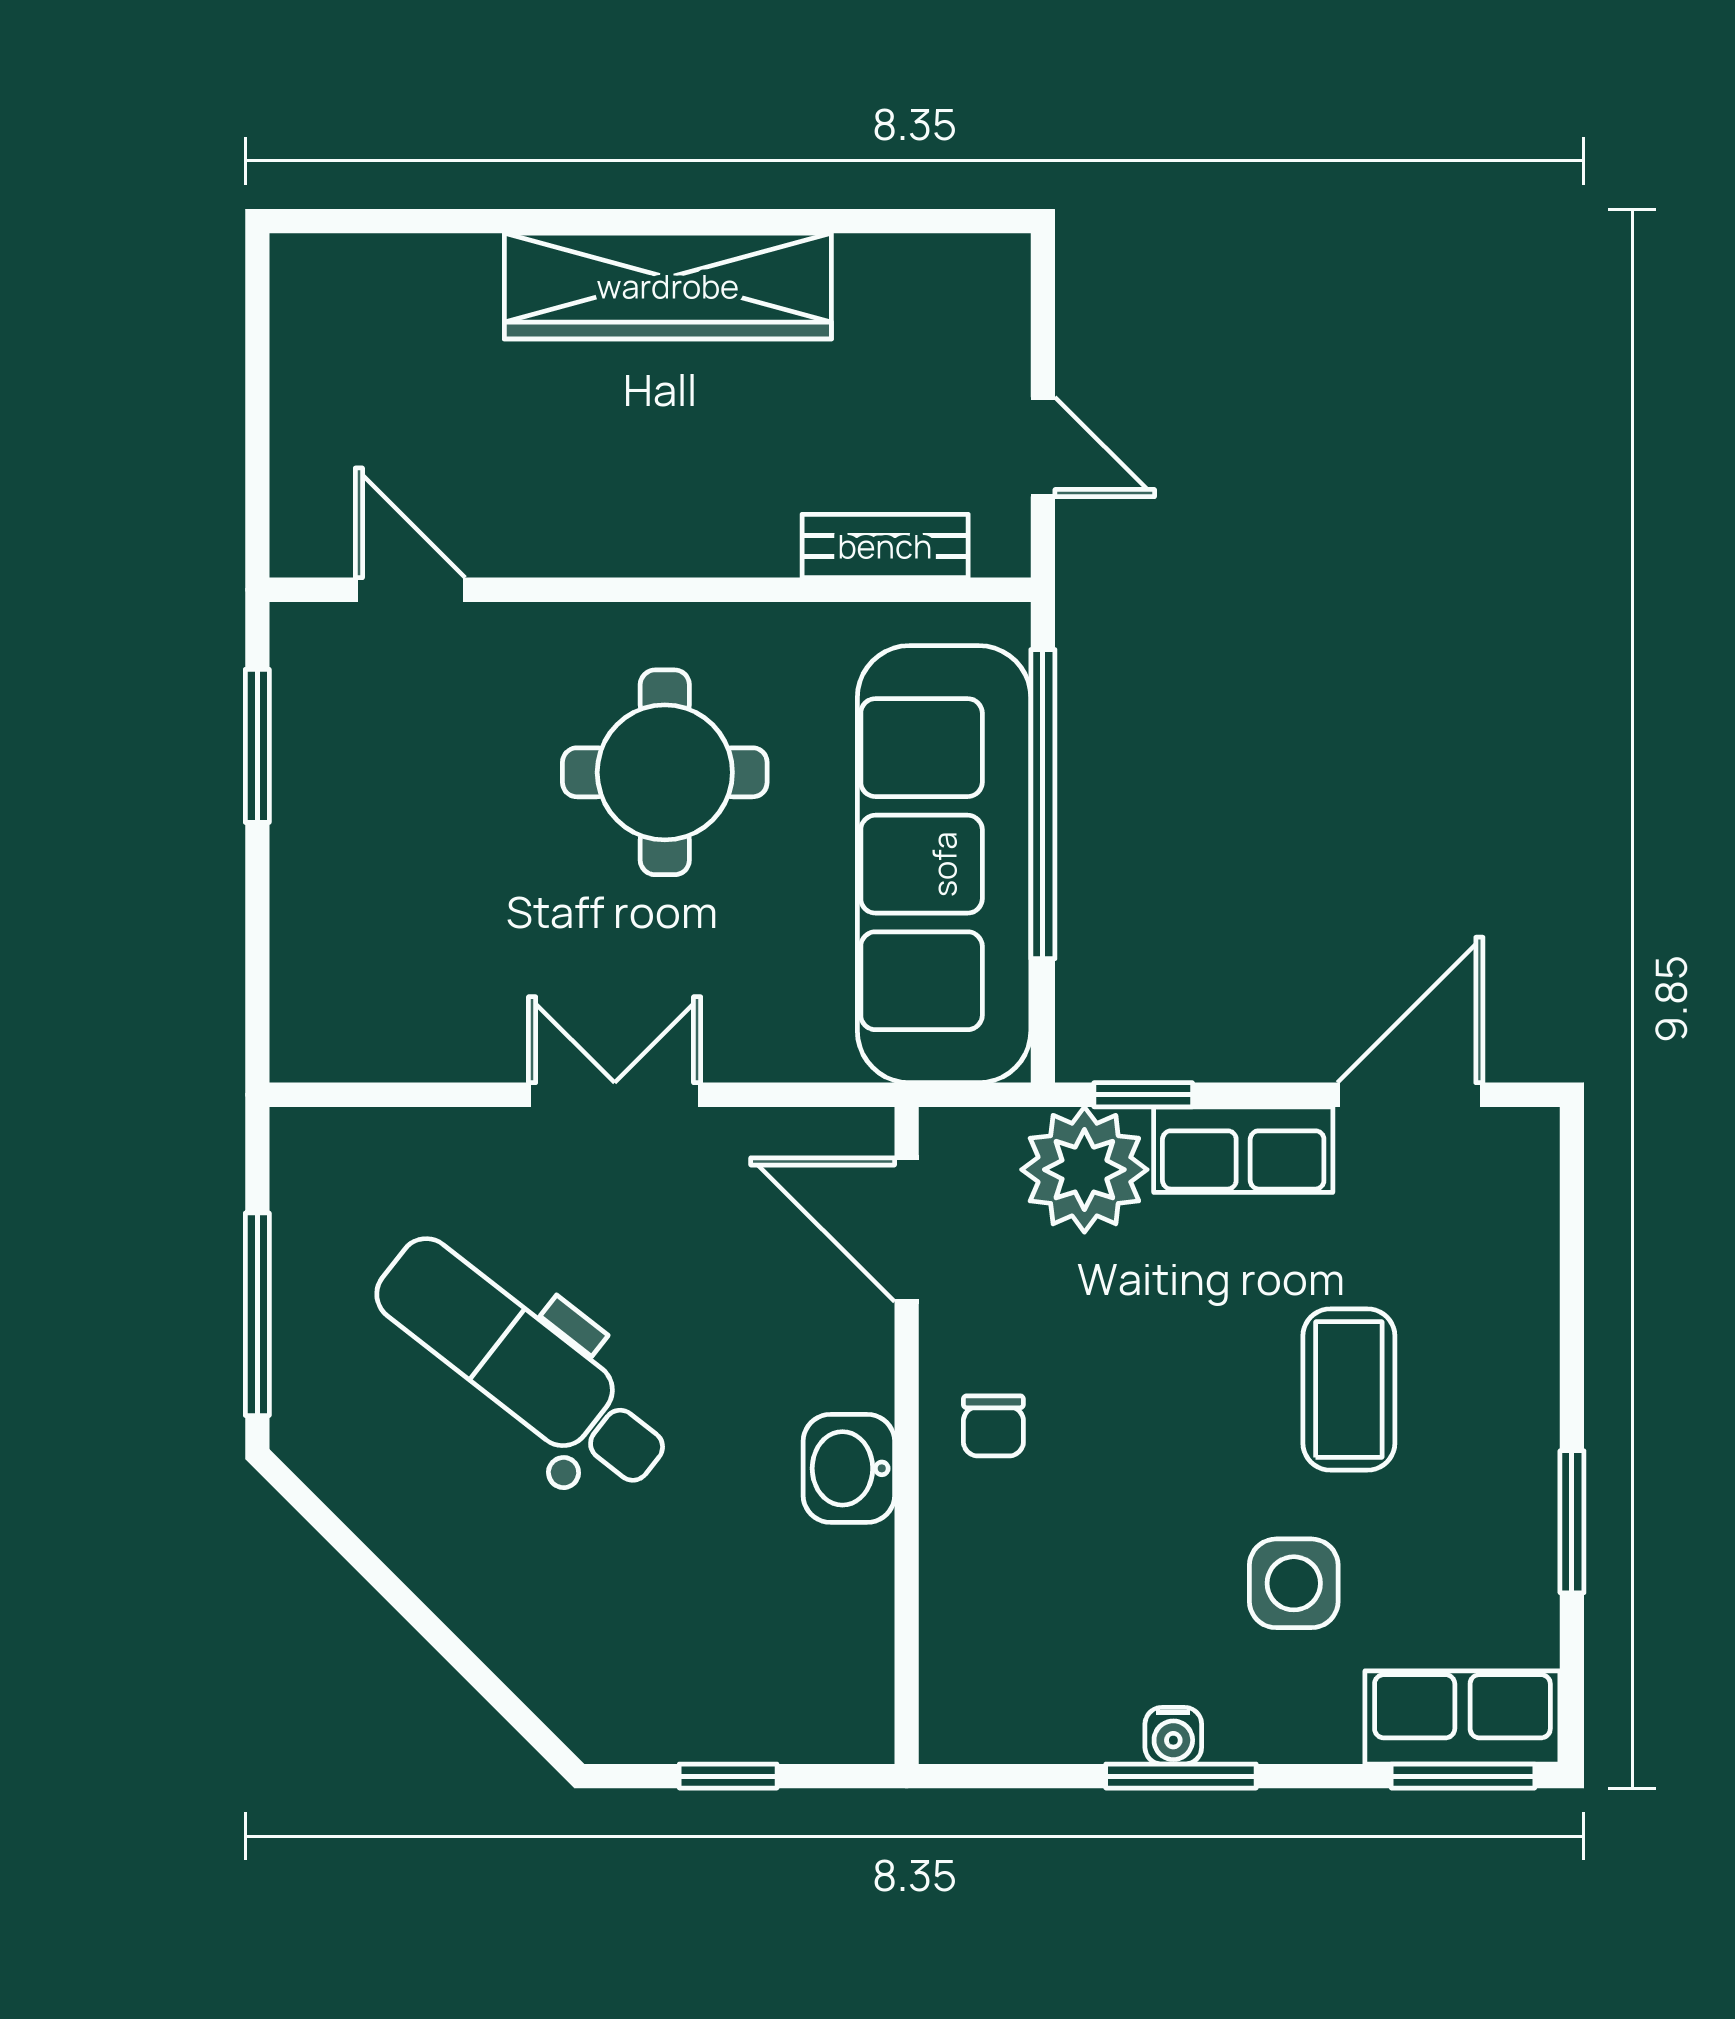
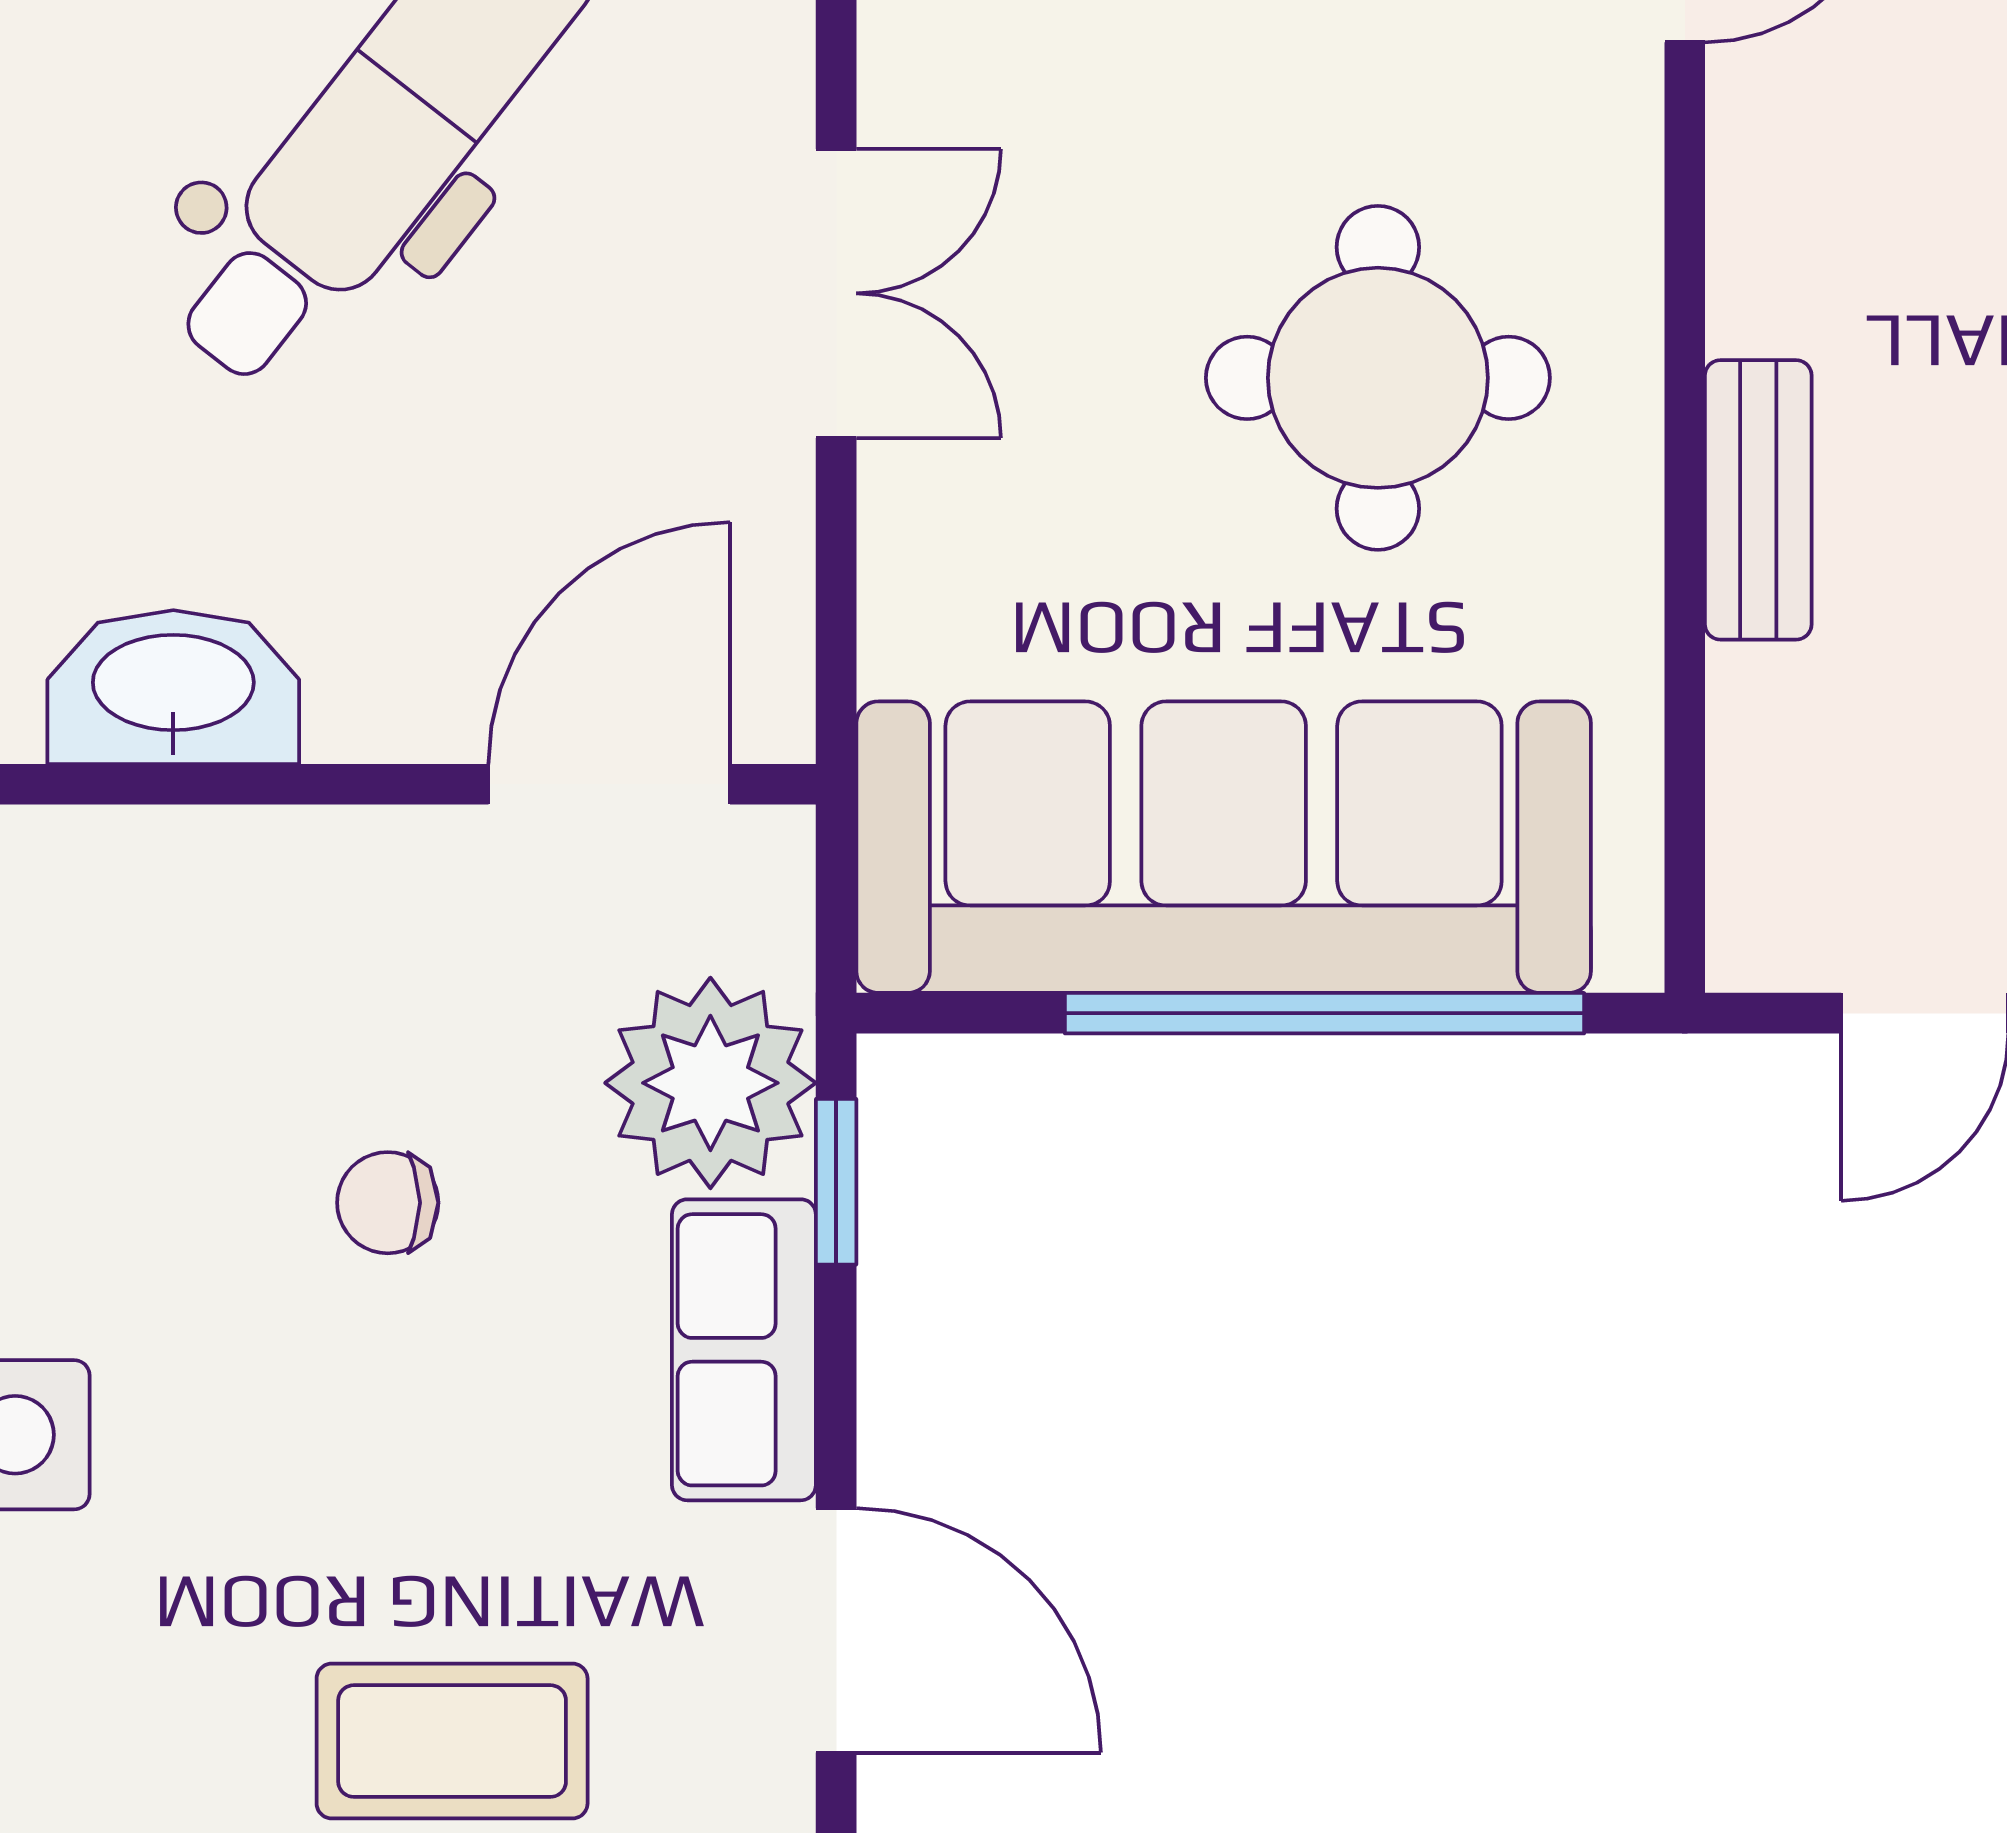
bench: (885, 546) -> (1758, 500), moved
coffee table: (1349, 1389) -> (452, 1741), moved
chair: (993, 1426) -> (388, 1203), moved
washbasin: (849, 1468) -> (173, 687), width x1.38

